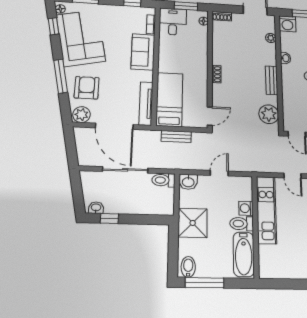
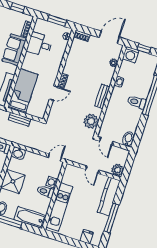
desk: (173, 22) -> (40, 44), moved, turned -90
door: (210, 116) -> (54, 93), moved
door: (219, 173) -> (55, 158), moved
kitchen unit: (266, 210) -> (59, 207), moved
bathtub: (244, 254) -> (30, 218), moved, turned 90

